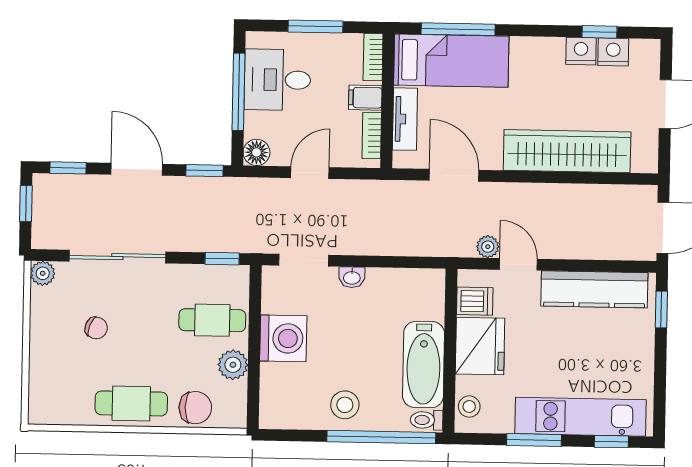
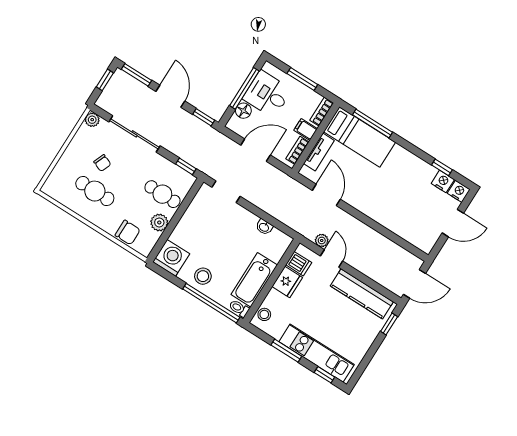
nightstand: (581, 51) -> (459, 191), moved
wardrobe: (567, 151) -> (390, 217), removed
floor lamp: (257, 152) -> (243, 111), moved
window: (68, 168) -> (137, 75), width x1.50
door: (310, 173) -> (256, 150), width x1.38
washbasin: (352, 277) -> (264, 227), moved
washing machine: (283, 338) -> (171, 258), moved, turned -90
fridge: (480, 346) -> (287, 282), width x0.73, depth x0.75
cafe table: (131, 403) -> (95, 191), moved

